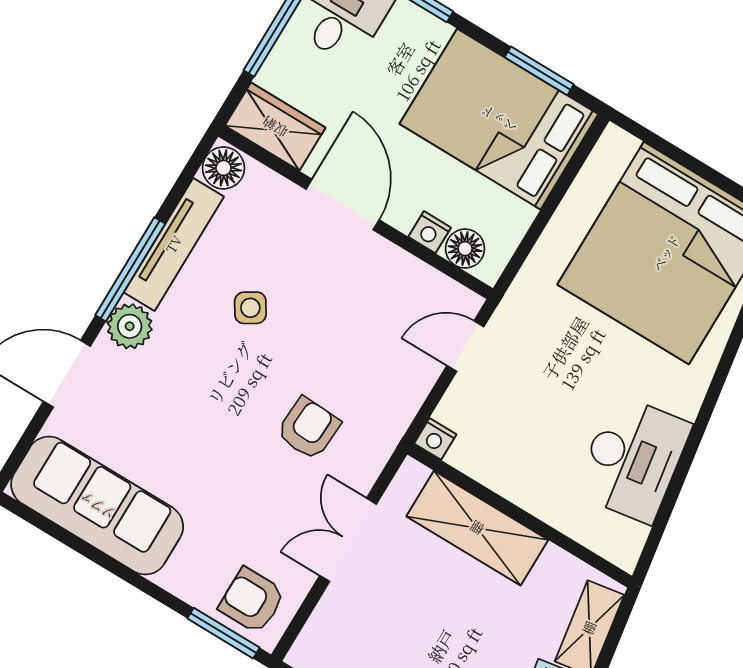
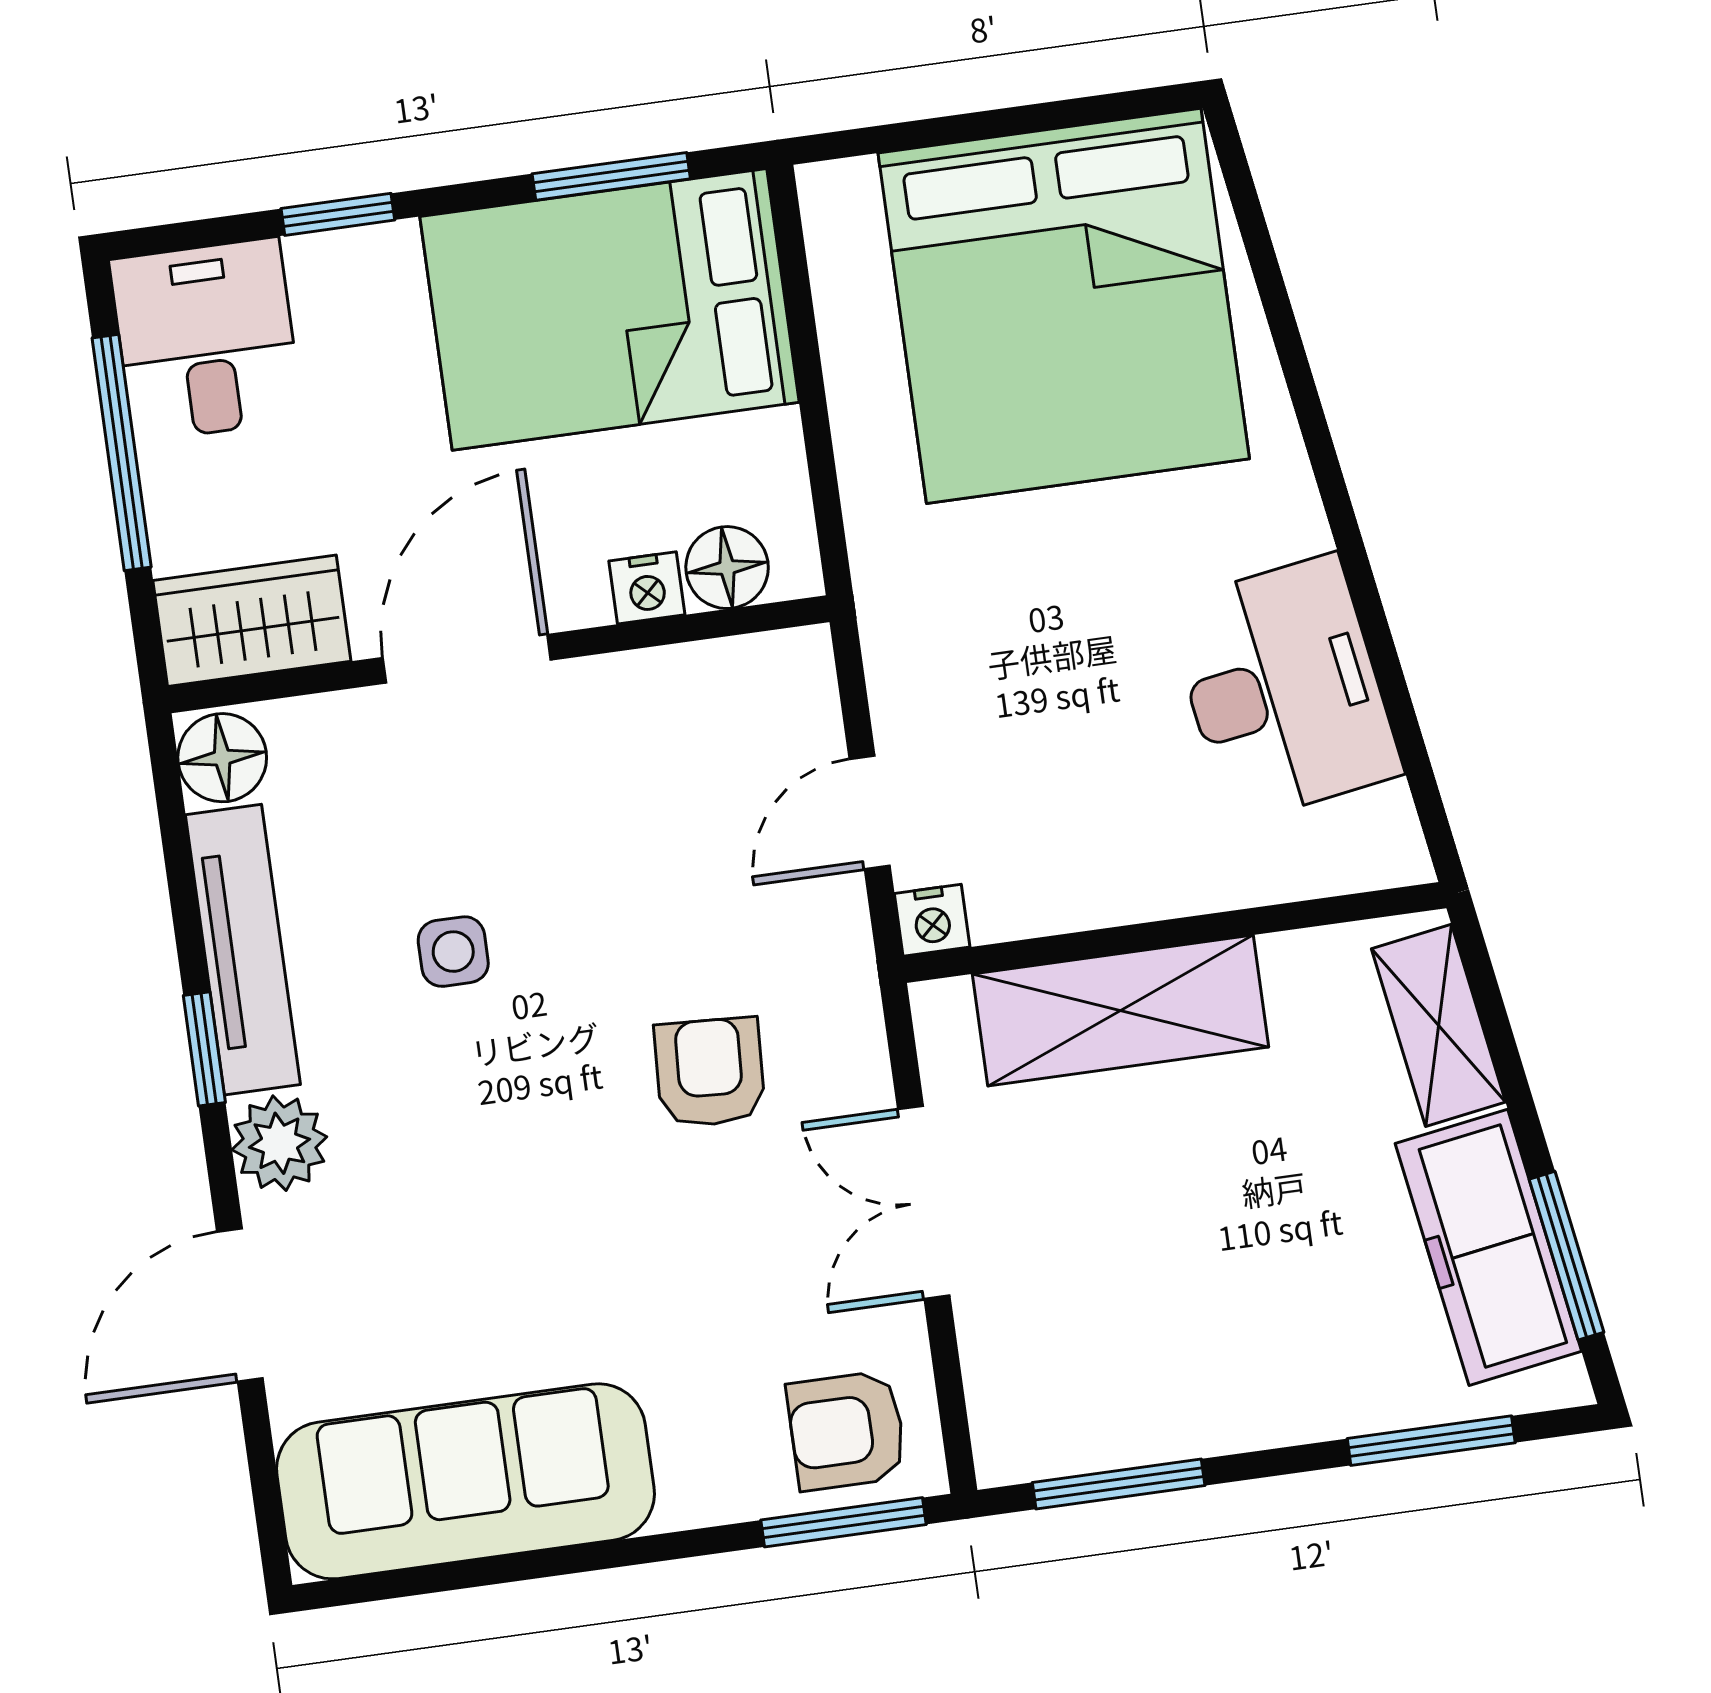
door: (343, 205) -> (467, 659), hinge flipped
window: (130, 269) -> (204, 1049), width x0.46
side table: (250, 308) -> (453, 952), turned 32
door: (465, 346) -> (870, 812), moved

